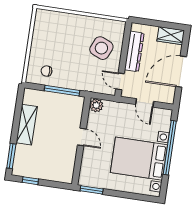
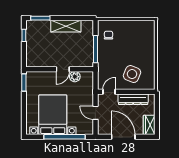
door: (145, 103) -> (95, 113), hinge flipped
plant: (96, 105) -> (75, 77), moved

